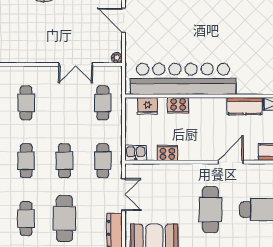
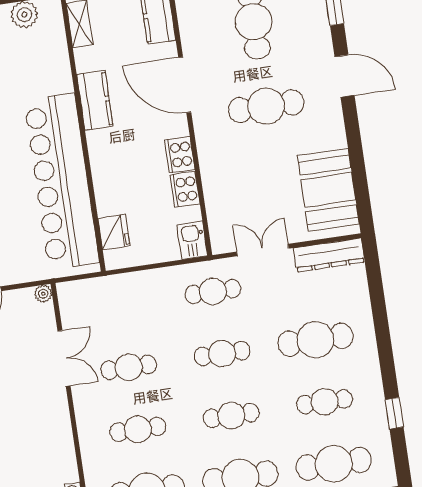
cafe table: (103, 103) -> (129, 367), moved
cooker: (178, 105) -> (180, 155), moved, turned 180
kitchen counter: (245, 106) -> (95, 100), moved
door: (231, 162) -> (185, 85), width x1.36

